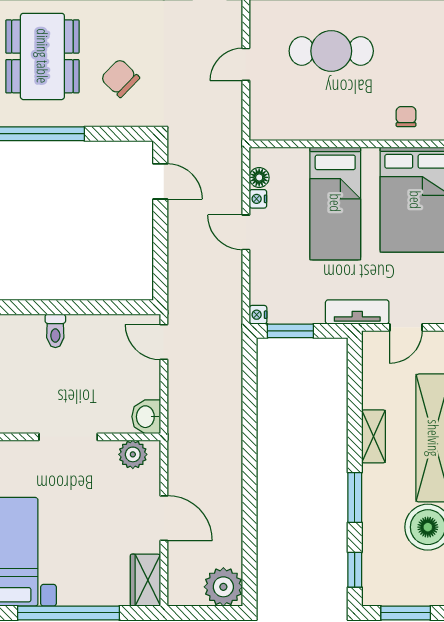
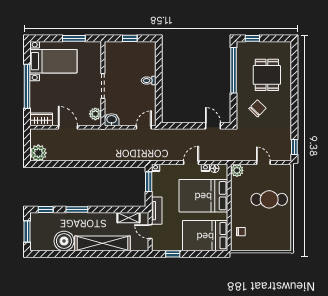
cafe table: (331, 51) -> (269, 199), turned 90
dining table: (42, 56) -> (267, 75), width x0.73
plant: (264, 126) -> (237, 170), added
door: (160, 181) -> (213, 126), swing flipped
bed: (335, 203) -> (203, 196), width x1.50
shelving: (373, 436) -> (128, 218), moved
door: (164, 518) -> (68, 127), swing flipped

